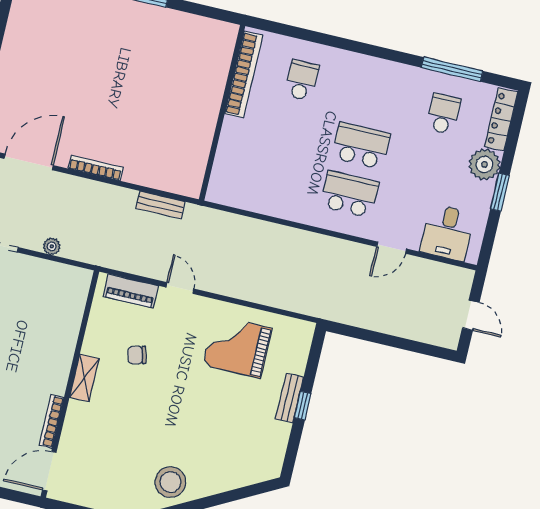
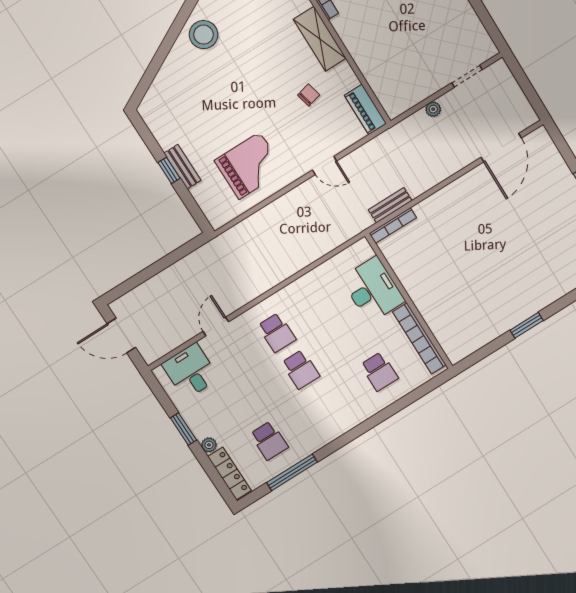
school desk: (361, 146) -> (301, 369), width x0.54
desk: (241, 151) -> (373, 290), added
plant: (484, 164) -> (209, 445), width x0.53, depth x0.53
bookcase: (96, 168) -> (393, 226), moved
school desk: (350, 194) -> (277, 333), width x0.54
piano: (131, 291) -> (365, 109), moved, turned -90
door: (471, 315) -> (121, 336), width x1.38
shelving: (84, 378) -> (320, 39), width x1.50, depth x1.33

